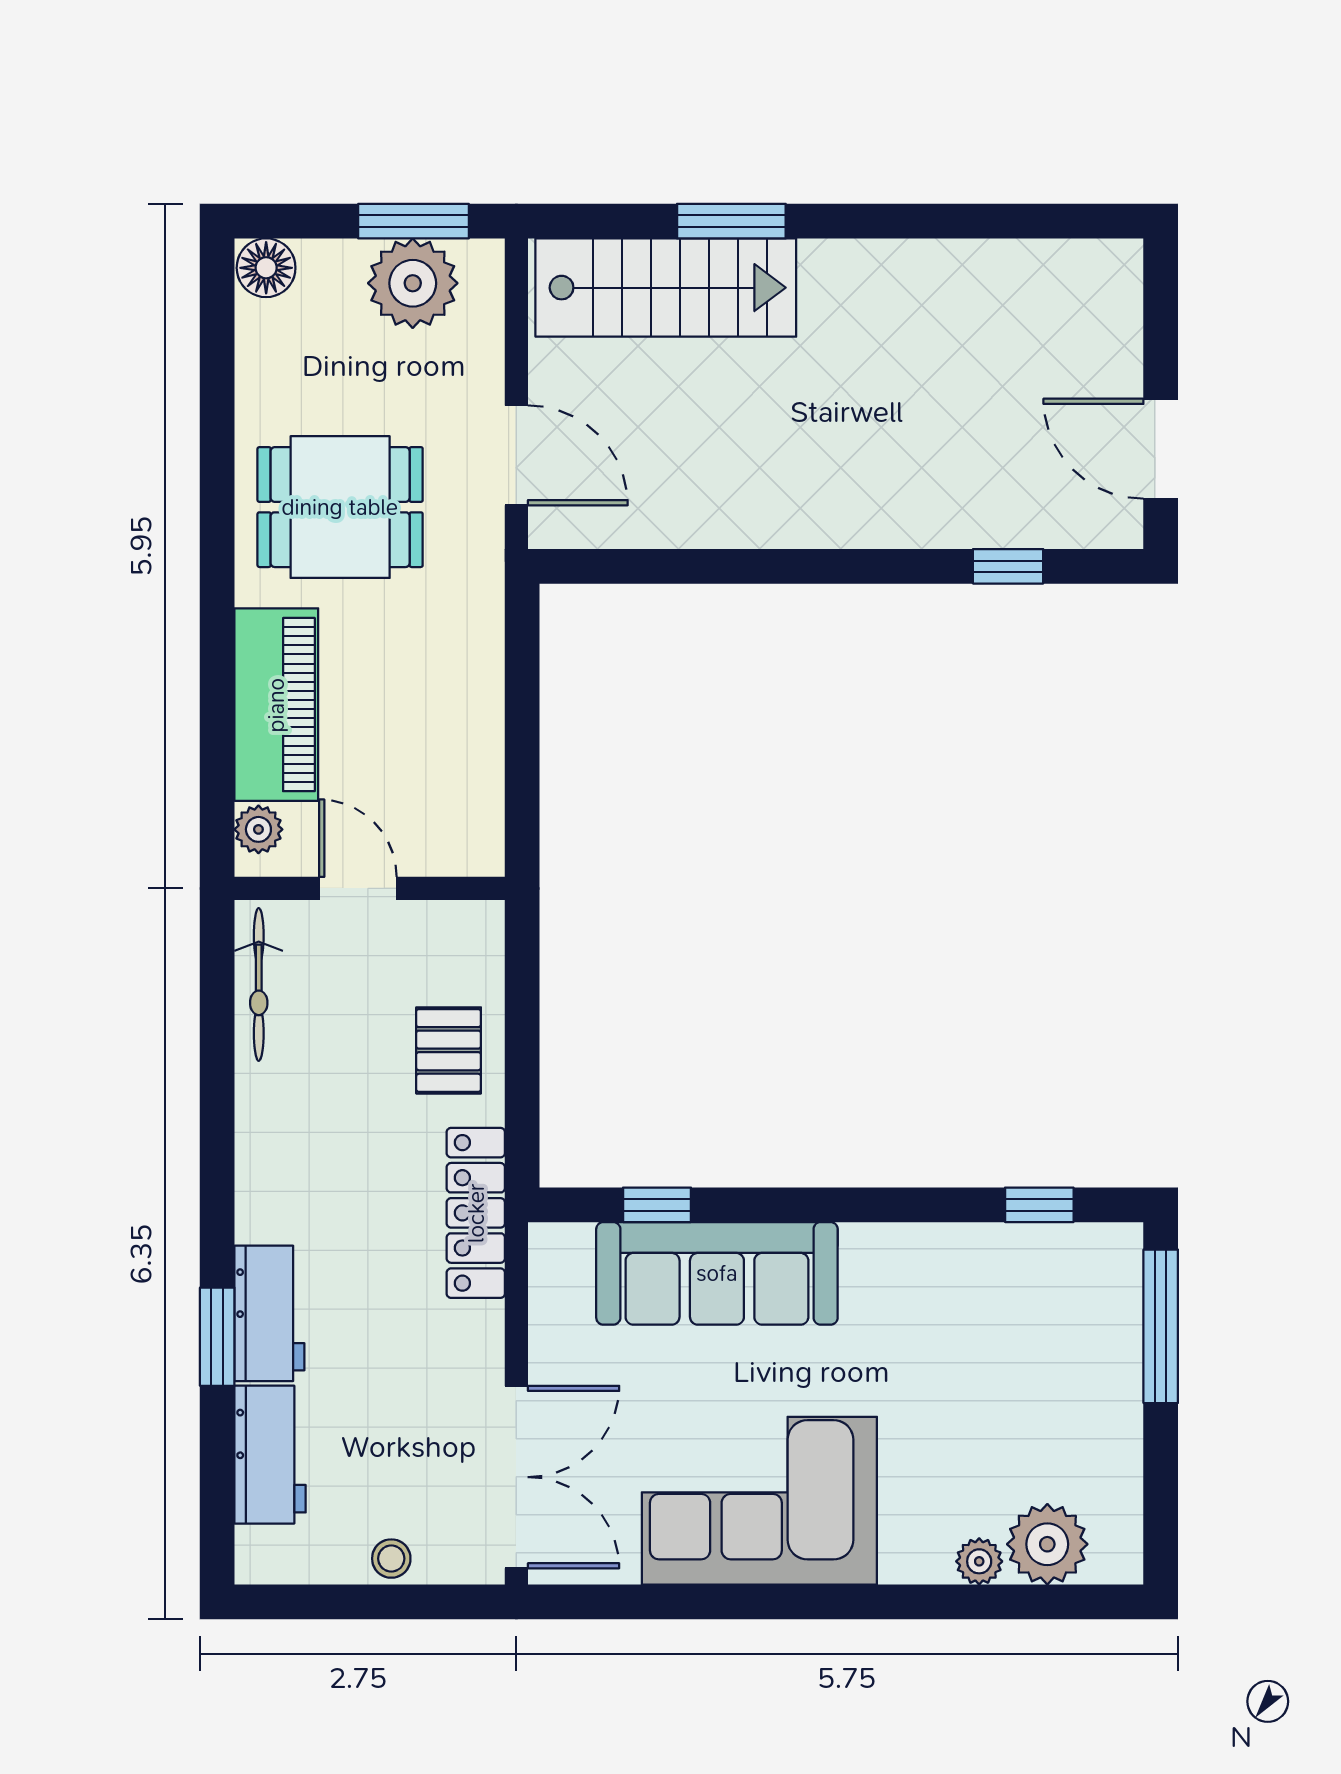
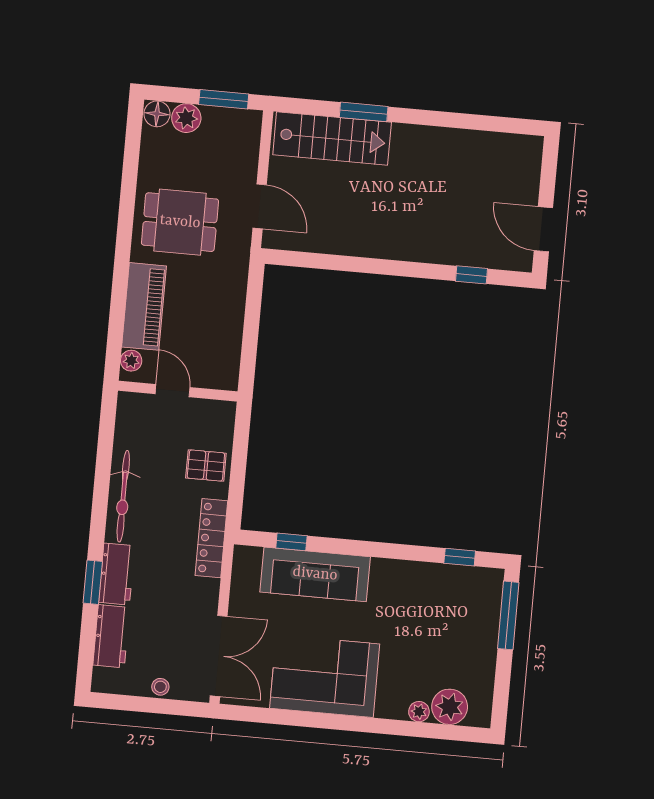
plant: (413, 283) -> (186, 118), moved, width x0.73, depth x0.73
bicycle: (259, 984) -> (123, 496), moved, width x1.37, depth x1.40
pallet: (449, 1050) -> (206, 466), turned 90

